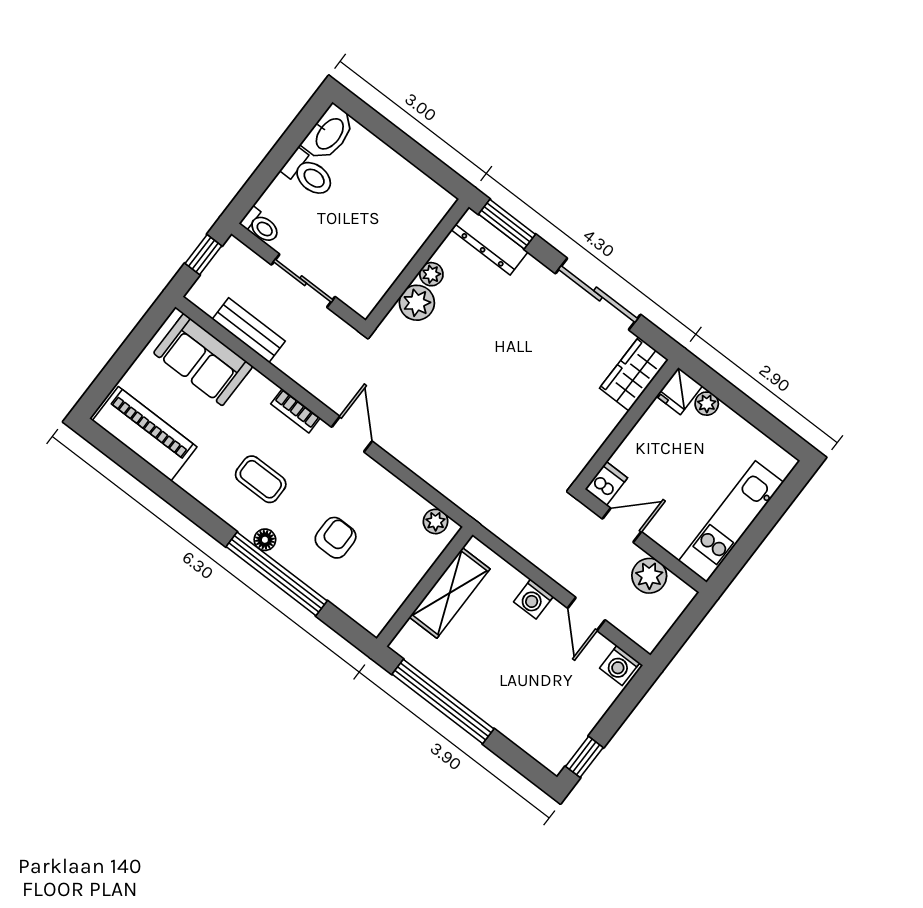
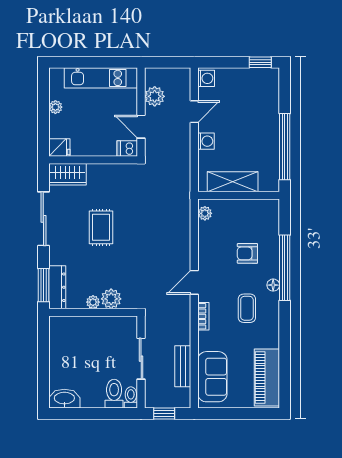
toilet: (309, 174) -> (114, 394), moved
rug: (526, 364) -> (101, 227), added
plant: (707, 404) -> (55, 107), moved

